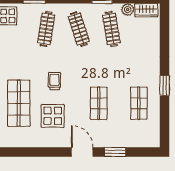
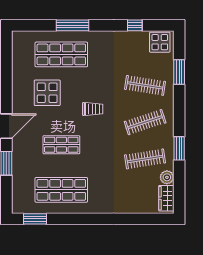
trolley: (54, 81) -> (93, 109), moved
window: (165, 86) -> (35, 219), moved
shop shelf: (139, 103) -> (61, 190), width x1.43, depth x1.36

